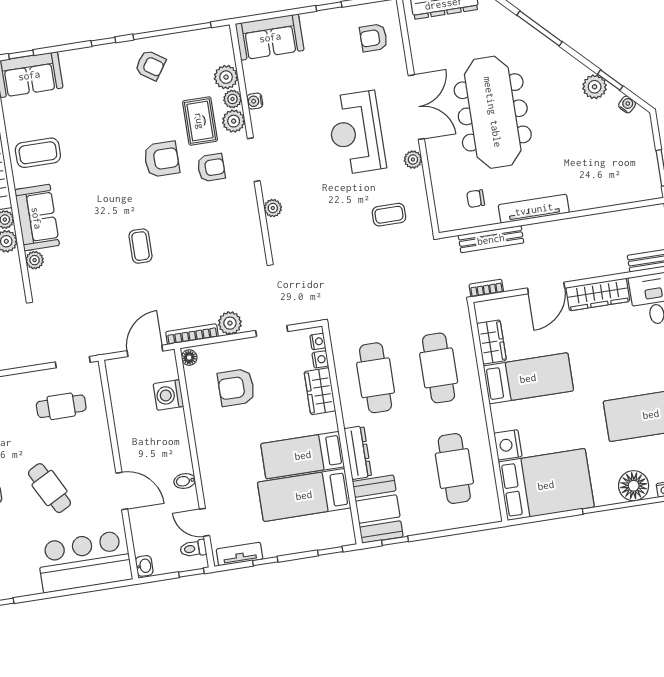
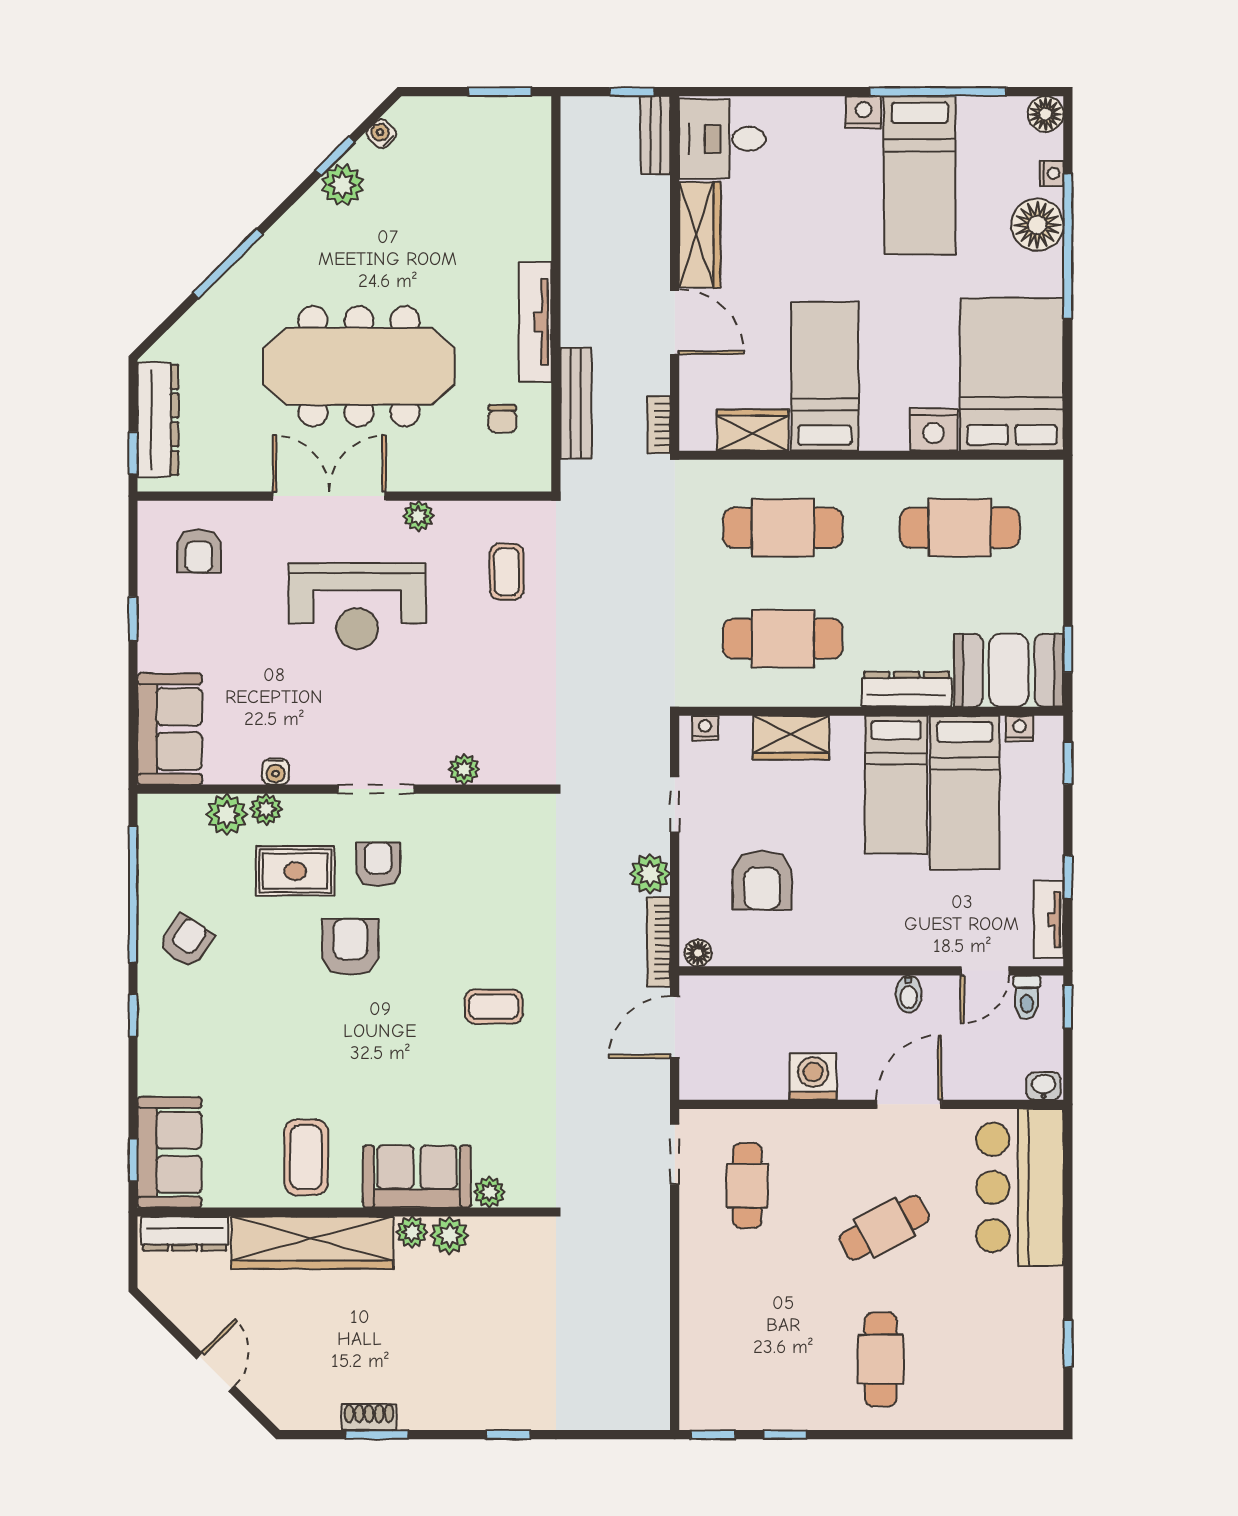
plant: (234, 121) -> (304, 813), removed
door: (145, 351) -> (675, 1027), hinge flipped
nightstand: (320, 359) -> (1020, 729), moved
washing machine: (168, 395) -> (813, 1077), moved, turned 180

